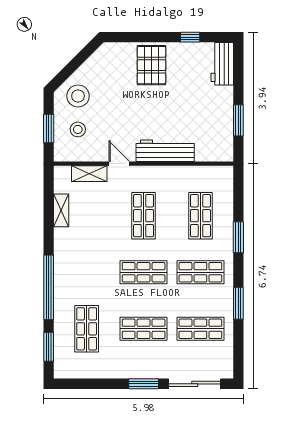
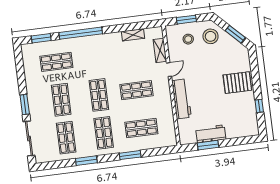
window: (80, 59) -> (235, 34), added
workbench: (222, 64) -> (211, 134), moved

